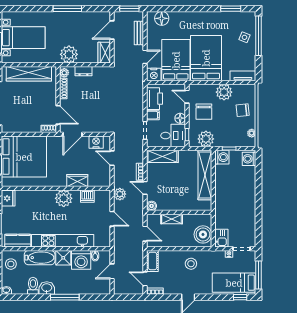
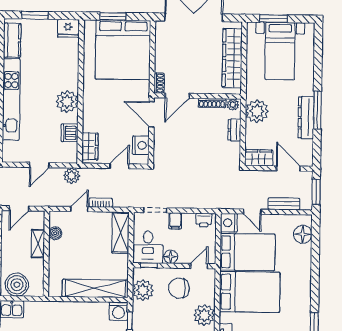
dresser: (73, 17) -> (306, 117), added
printer: (155, 99) -> (204, 220), width x0.53, depth x0.68
wardrobe: (77, 180) -> (90, 146), moved
boiler: (152, 206) -> (55, 233), moved

